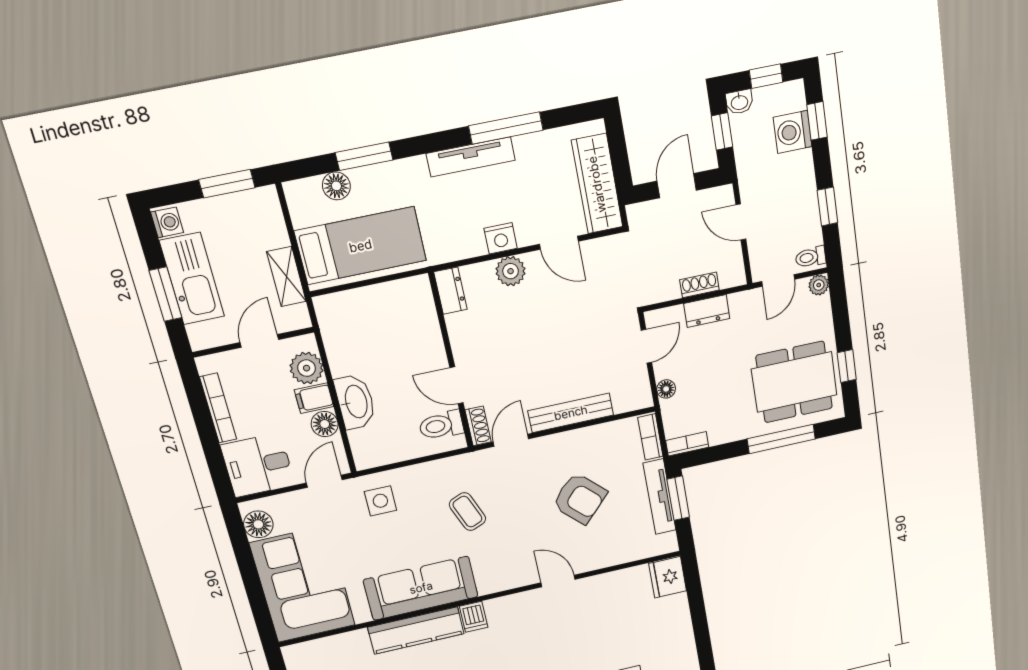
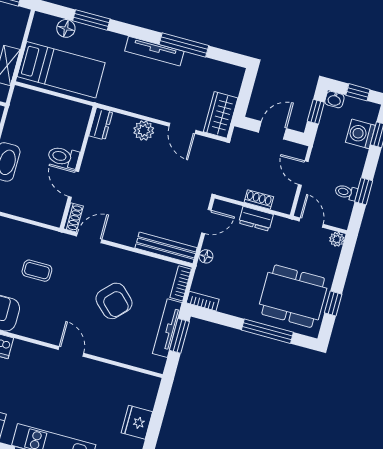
wardrobe: (597, 184) -> (221, 115), width x0.67
nightstand: (501, 238) -> (148, 108), removed
toilet: (811, 257) -> (346, 192), moved
door: (778, 280) -> (311, 223), swing flipped
bench: (571, 413) -> (166, 248), moved
toilet: (441, 425) -> (63, 157), moved
coffee table: (467, 512) -> (37, 271), turned -68
fridge: (668, 577) -> (137, 422), moved

